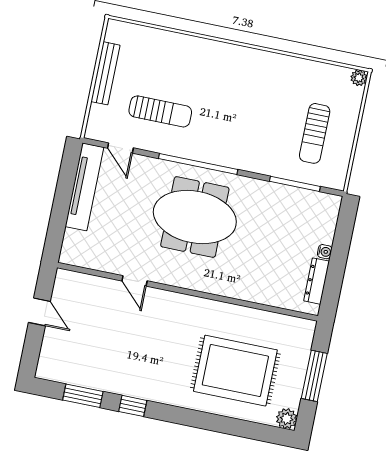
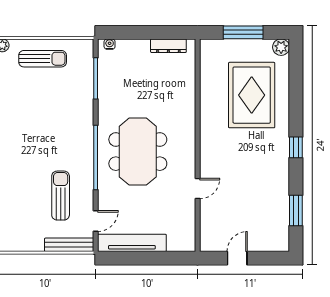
bench: (105, 73) -> (69, 245), moved
sun lounger: (315, 133) -> (43, 59), moved
water cooler: (325, 252) -> (110, 44), moved
window: (133, 406) -> (296, 147), moved

